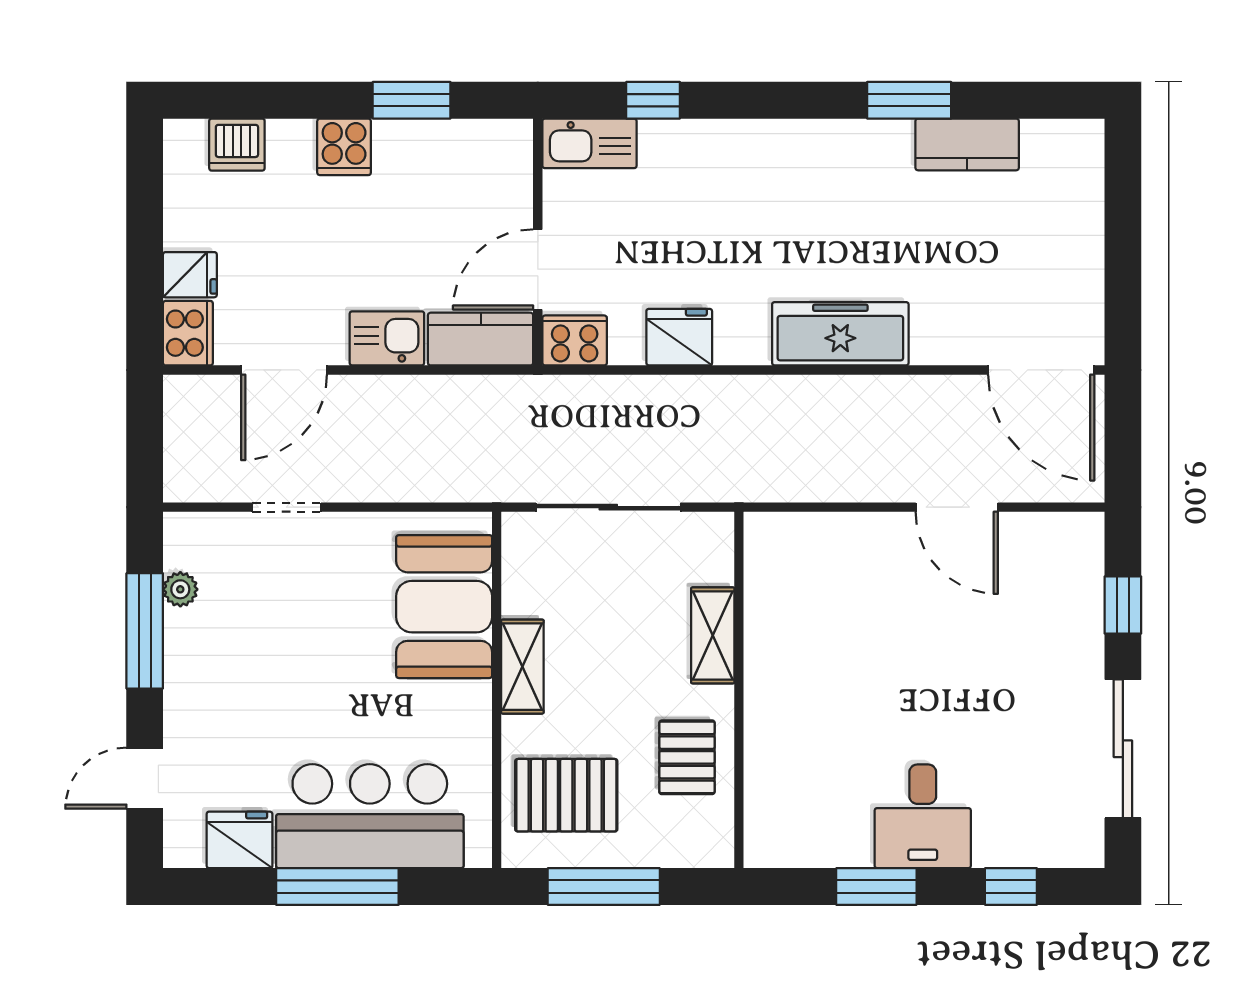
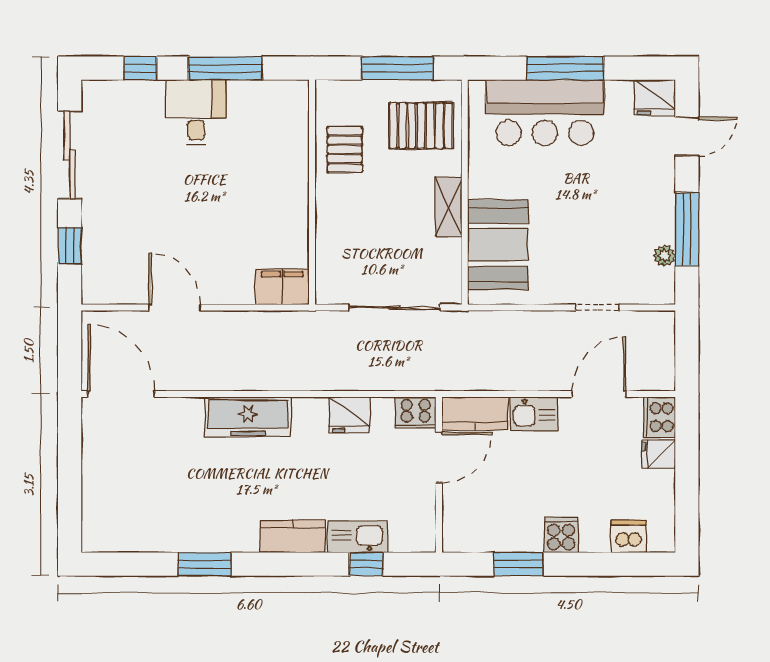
kitchen sink: (589, 143) -> (358, 537), moved
kitchen counter: (967, 144) -> (293, 536), moved
filing cabinet: (786, 540) -> (282, 287), added
shelving: (713, 635) -> (328, 227), removed
fridge: (240, 840) -> (655, 97), moved
window: (876, 886) -> (225, 68), width x1.44

